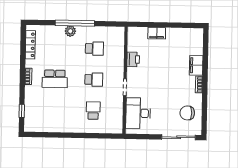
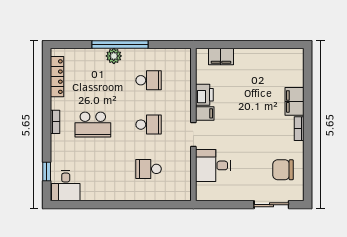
filing cabinet: (157, 33) -> (221, 56), moved
filing cabinet: (133, 72) -> (205, 113), added
school desk: (93, 111) -> (149, 169), turned -90
desk: (138, 113) -> (213, 165), width x0.73
desk: (35, 121) -> (66, 186), added
sliding door: (179, 137) -> (271, 205), width x0.73

